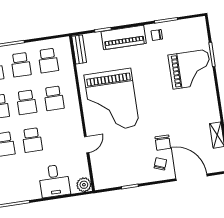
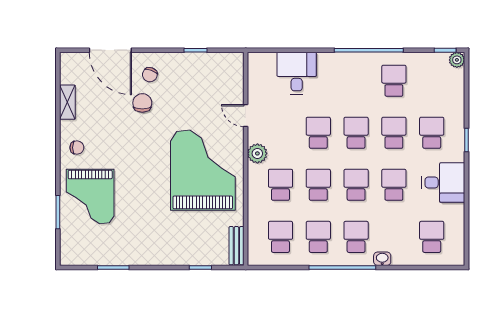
chair: (157, 35) -> (77, 148), moved
piano: (124, 37) -> (174, 253), removed
grand piano: (190, 69) -> (90, 196), turned -90
door: (87, 145) -> (246, 116), hinge flipped
plant: (84, 185) -> (257, 153), moved

